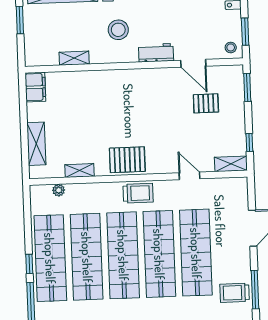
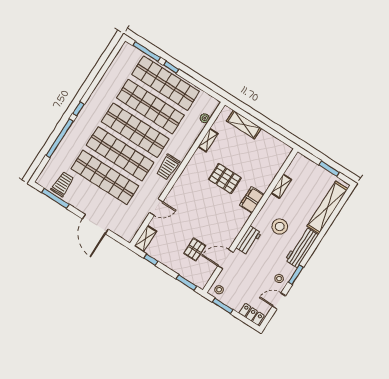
filing cabinet: (35, 87) -> (252, 200), moved, turned 90
pallet: (127, 160) -> (225, 179), moved, turned 90

